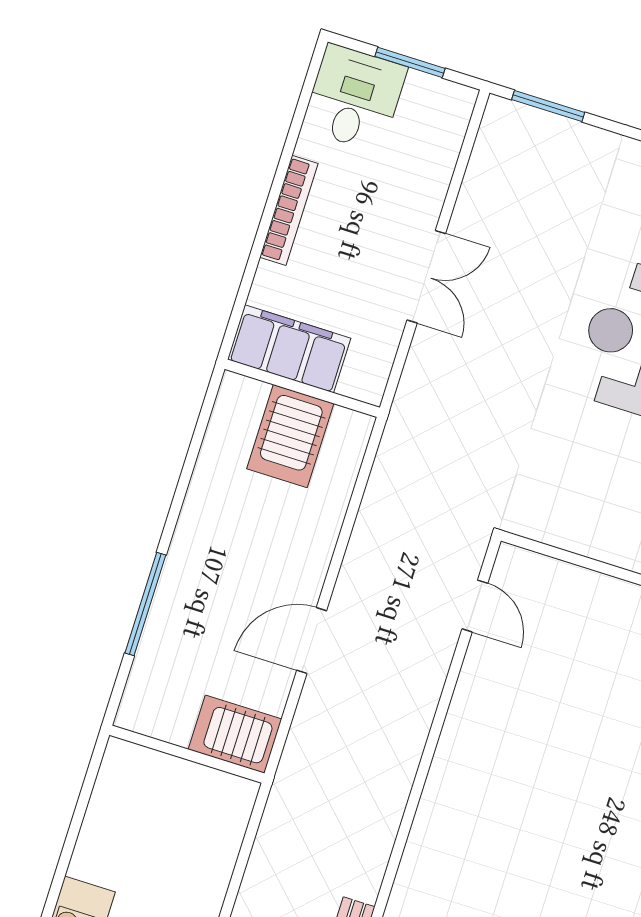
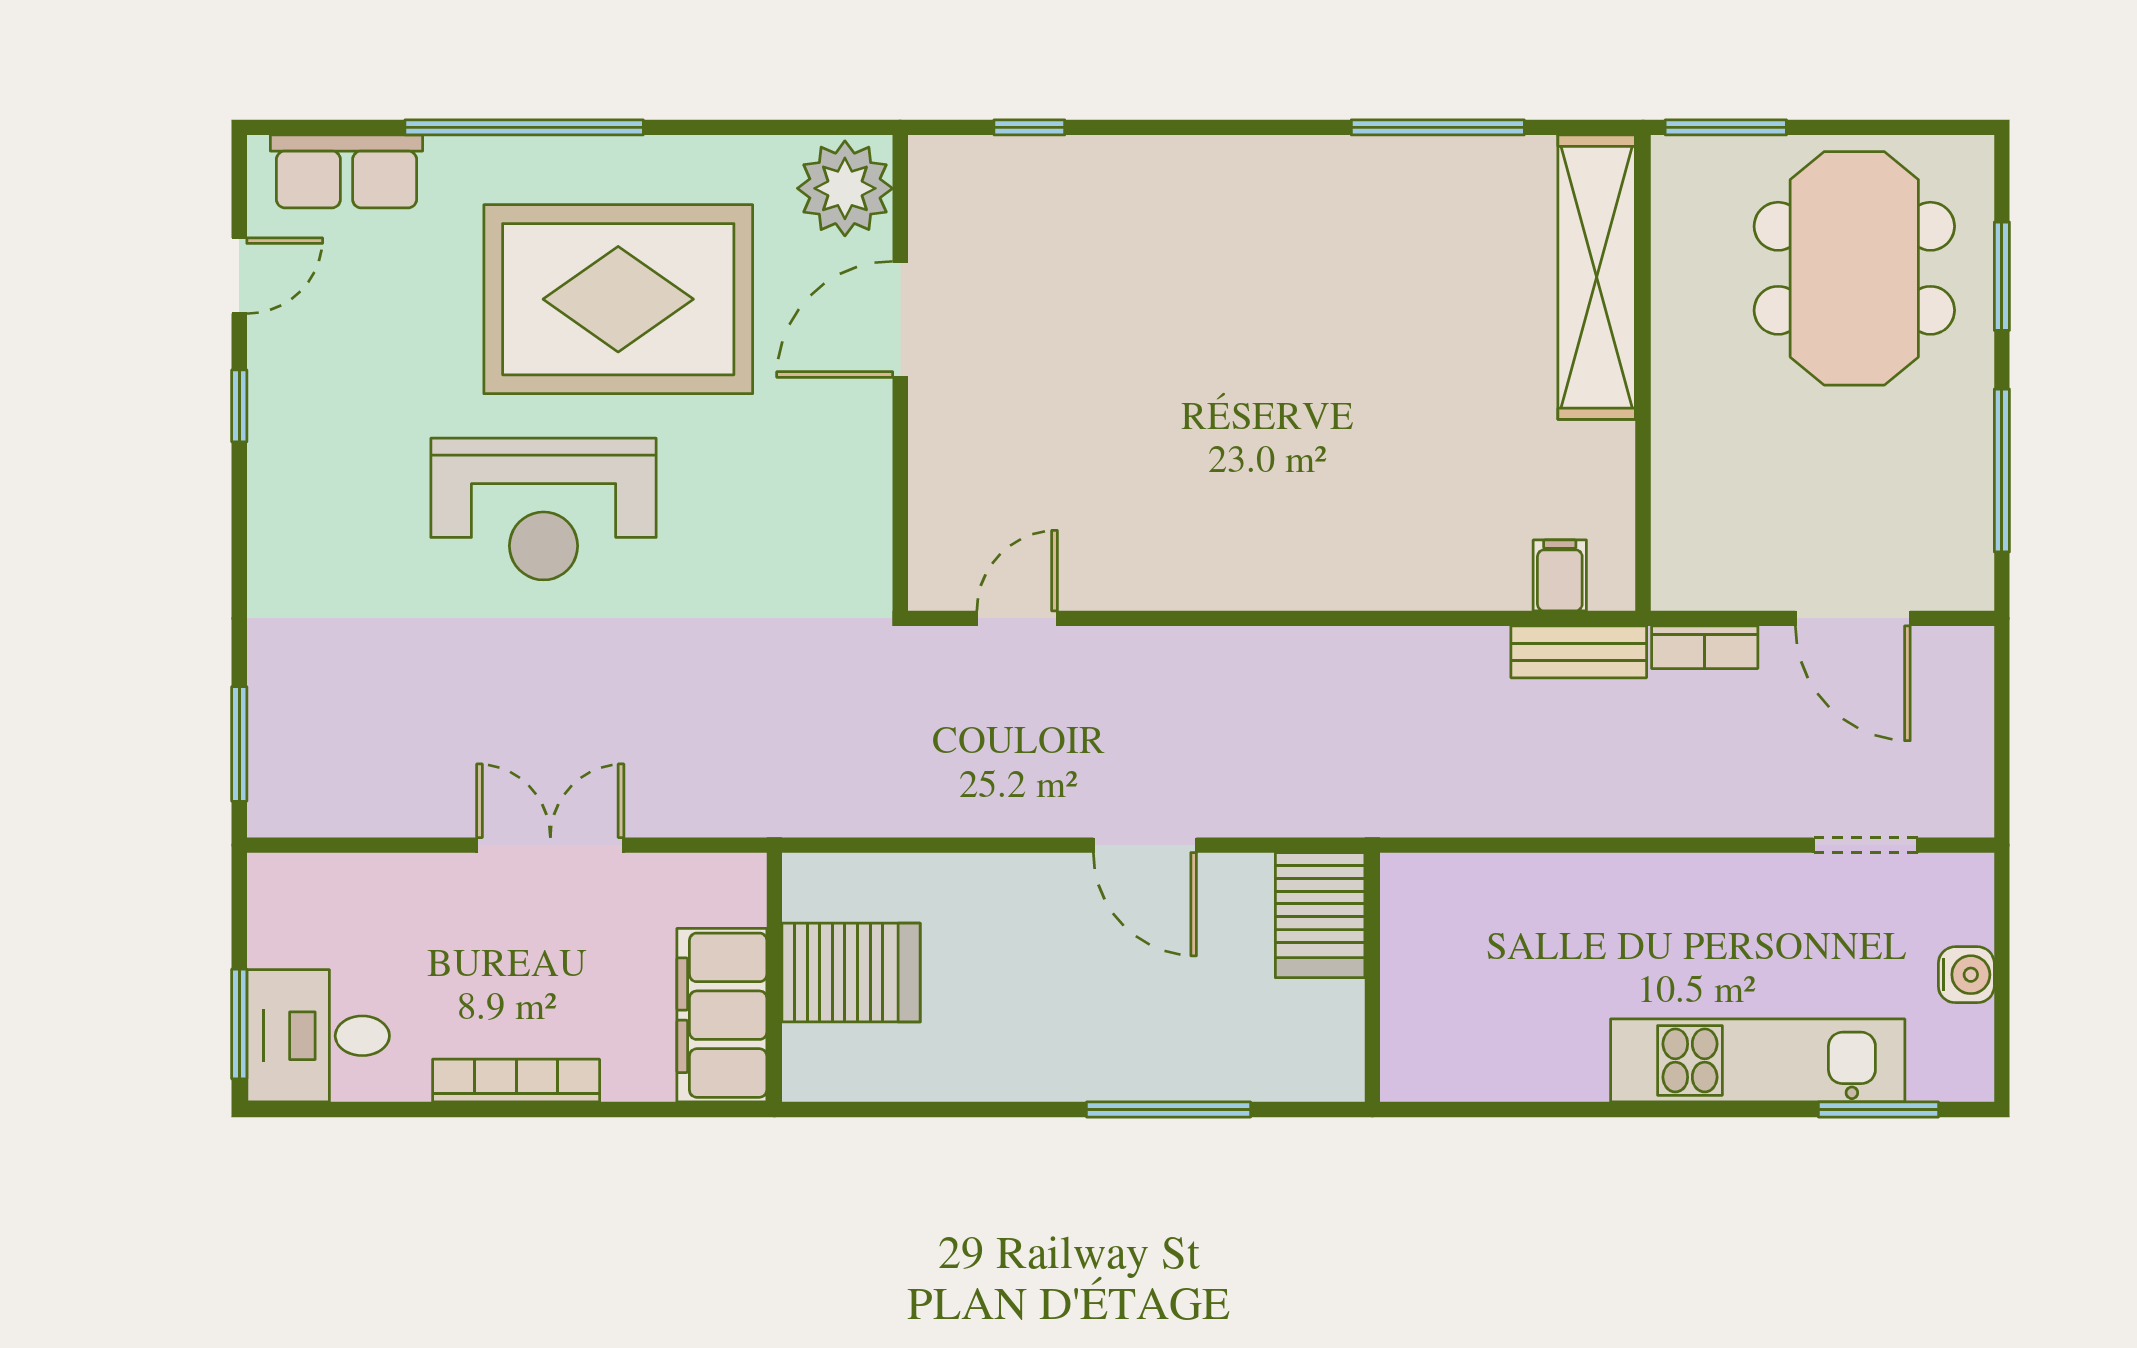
window: (410, 62) -> (239, 1024), moved

